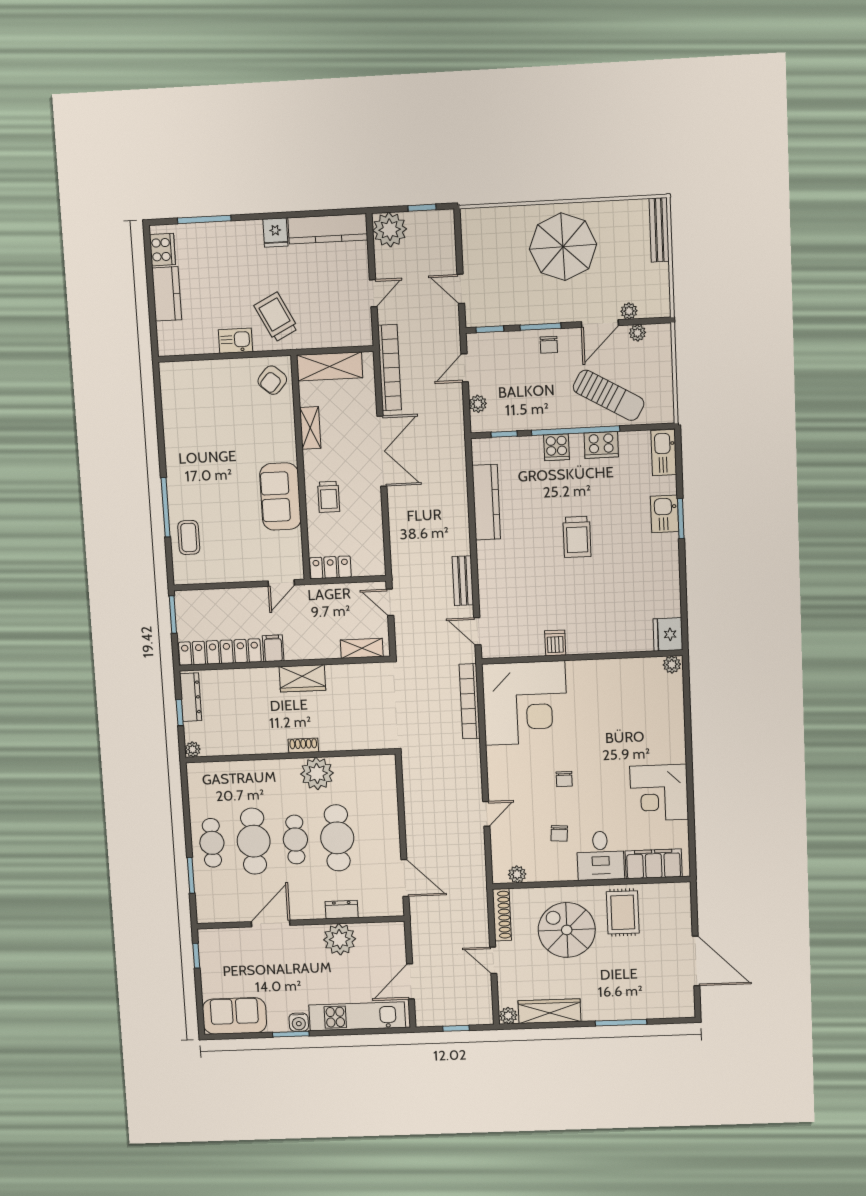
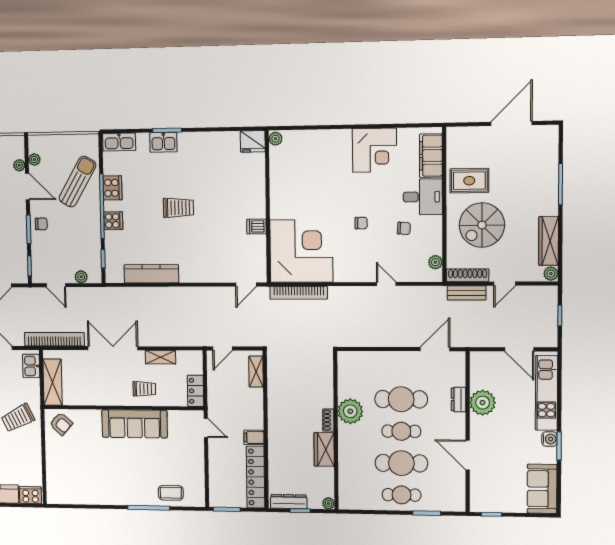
cooker: (169, 338) -> (30, 495), added
kitchen sink: (235, 341) -> (31, 366), moved
shelving: (310, 428) -> (161, 357), moved
sofa: (280, 497) -> (135, 424), width x1.36
bench: (463, 581) -> (467, 293), moved
wardrobe: (302, 678) -> (324, 449), moved, turned 180

